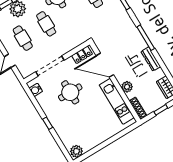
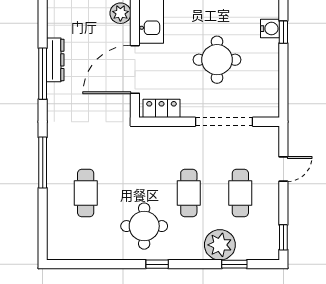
dresser: (151, 59) -> (55, 60), moved
door: (105, 65) -> (135, 69), swing flipped
water cooler: (36, 90) -> (270, 29), moved

